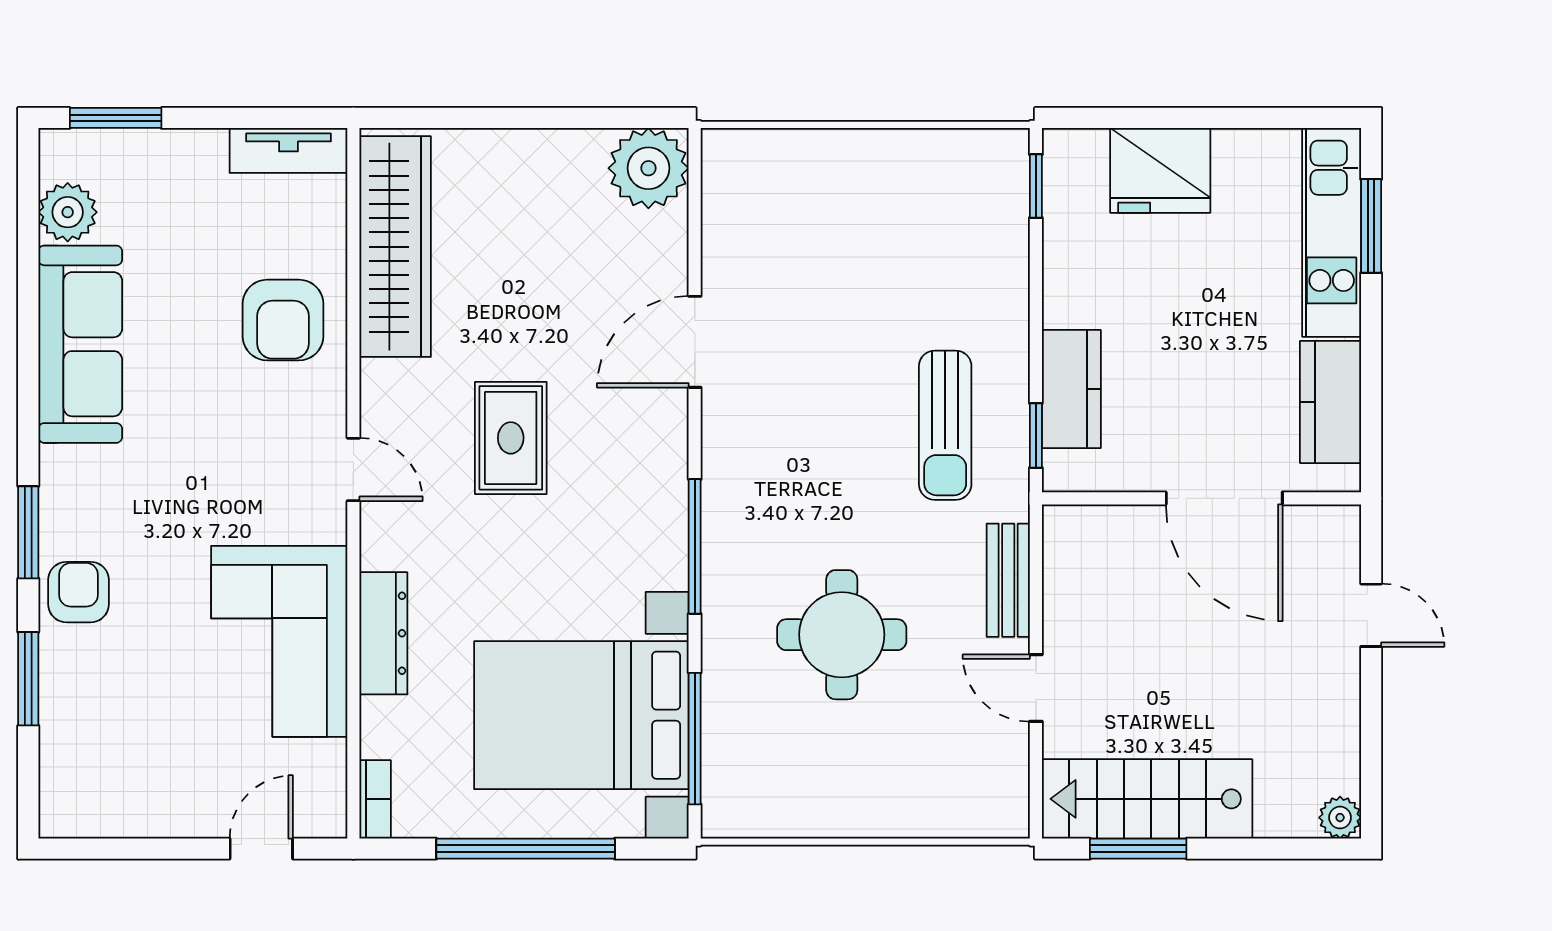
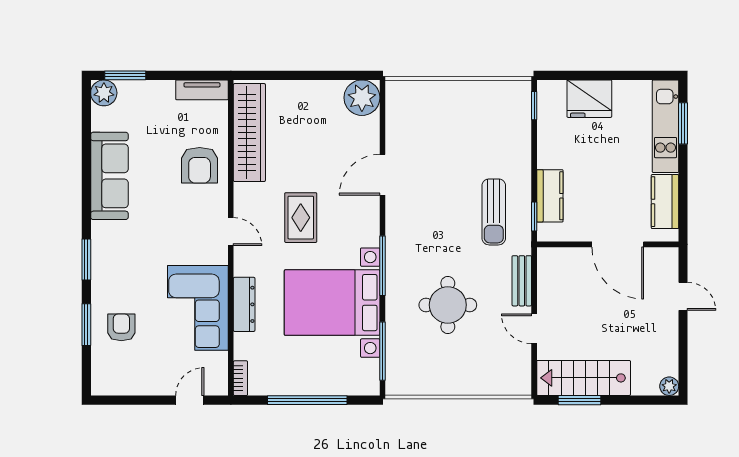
plant: (68, 212) -> (104, 93), moved
armchair: (79, 592) -> (121, 327), moved
bed with nightstands: (581, 715) -> (332, 303), moved

